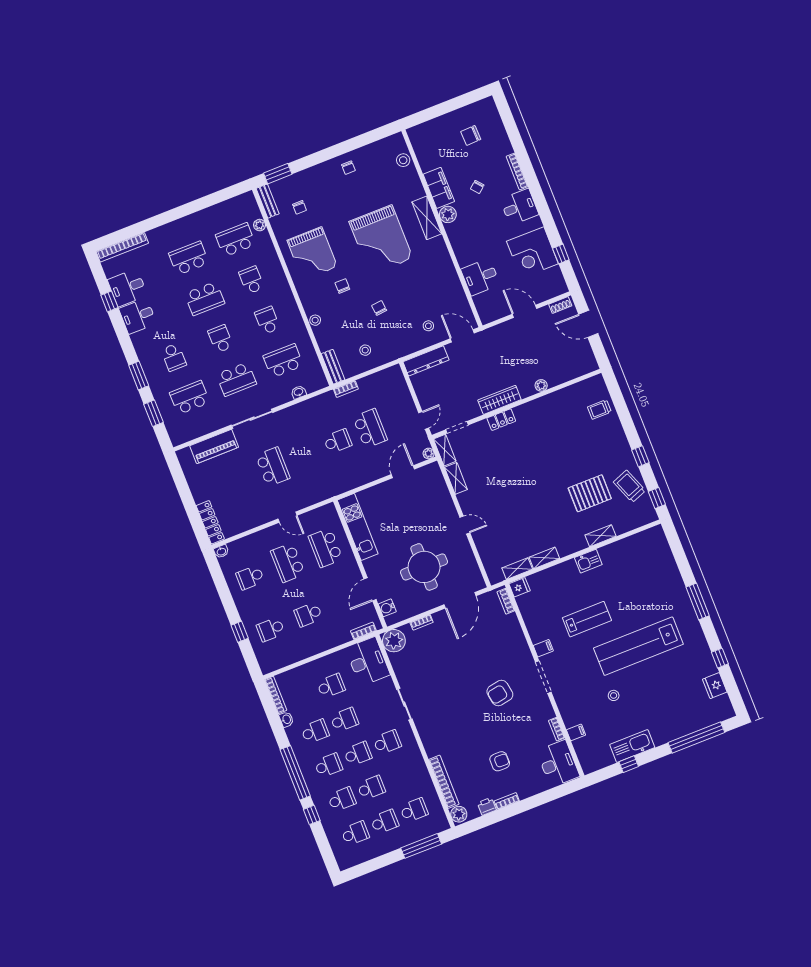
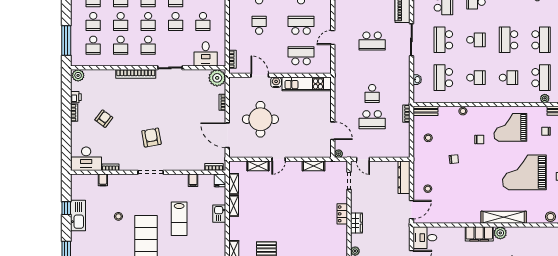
filing cabinet: (439, 188) -> (479, 234), moved
shelving: (427, 218) -> (504, 217), width x1.47
grand piano: (381, 240) -> (524, 172), moved
desk: (480, 277) -> (425, 238), moved, turned -90
school desk: (283, 361) -> (443, 78), turned 180
wardrobe: (499, 400) -> (356, 223), width x0.67
shelving: (445, 450) -> (258, 166), moved
kitchen sink: (588, 561) -> (219, 214), moved
water cooler: (387, 608) -> (276, 82), moved
filing cabinet: (543, 648) -> (193, 180), moved
desk: (368, 661) -> (206, 54), width x0.73
armchair: (500, 761) -> (104, 119), turned -143
school desk: (401, 776) -> (121, 45), added
bookcase: (444, 782) -> (136, 74), moved

